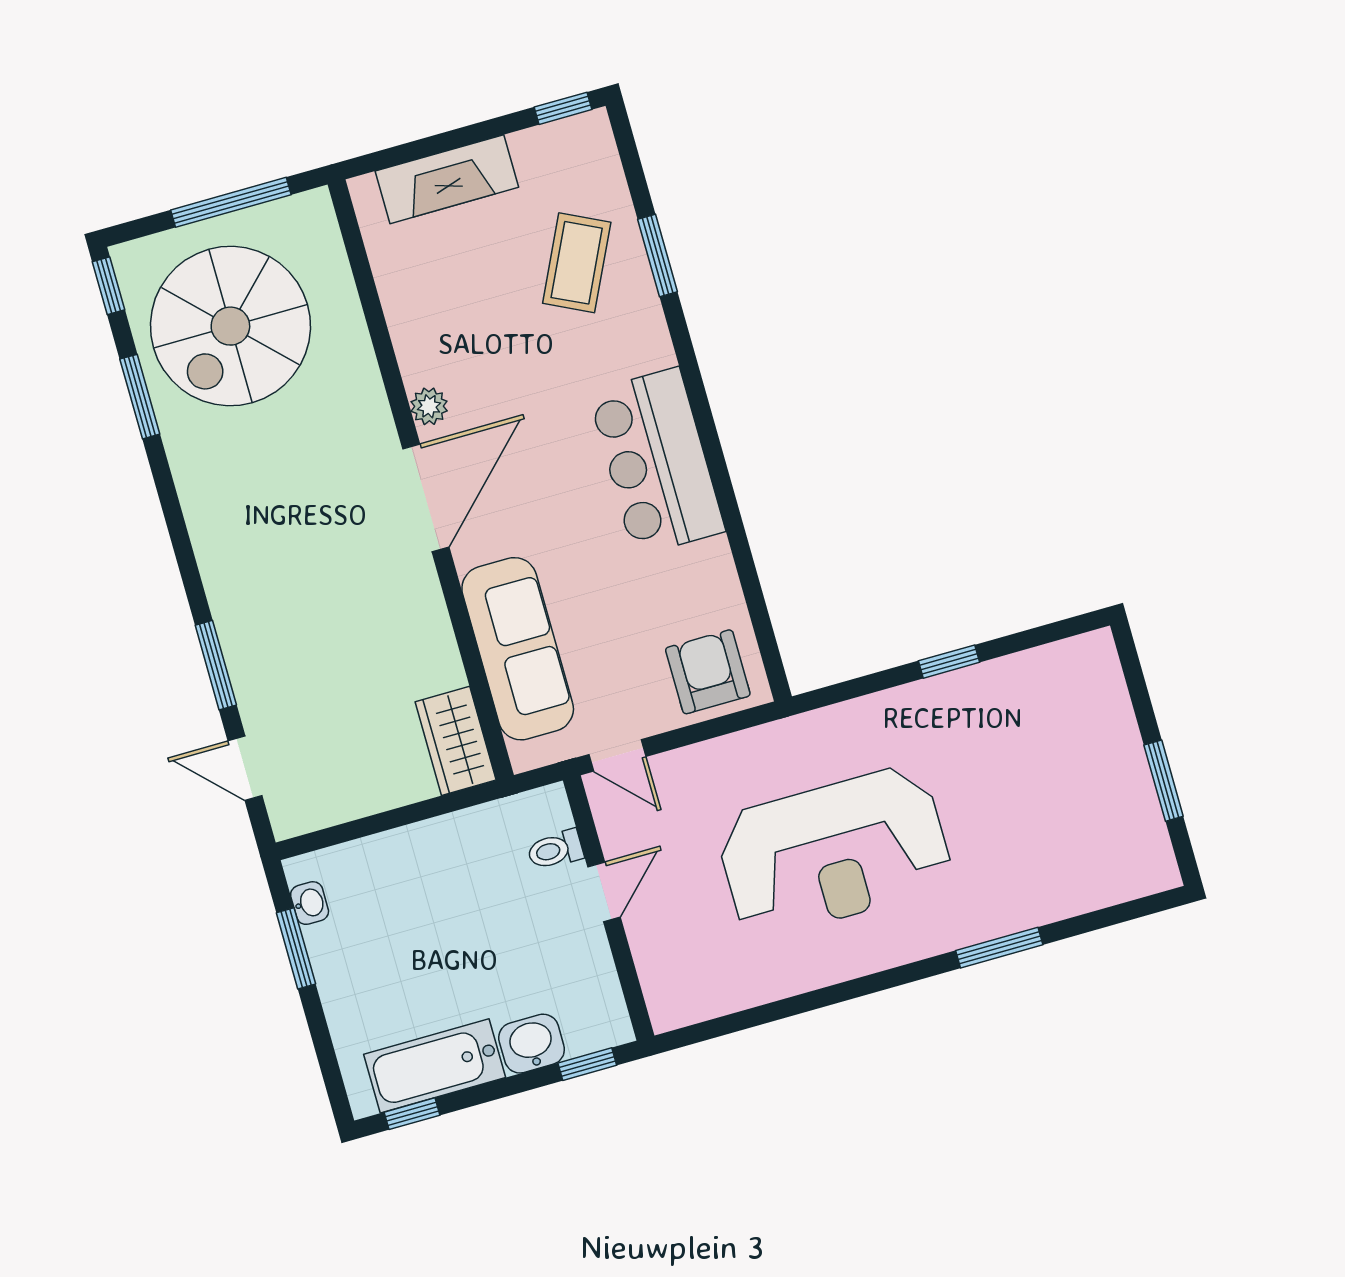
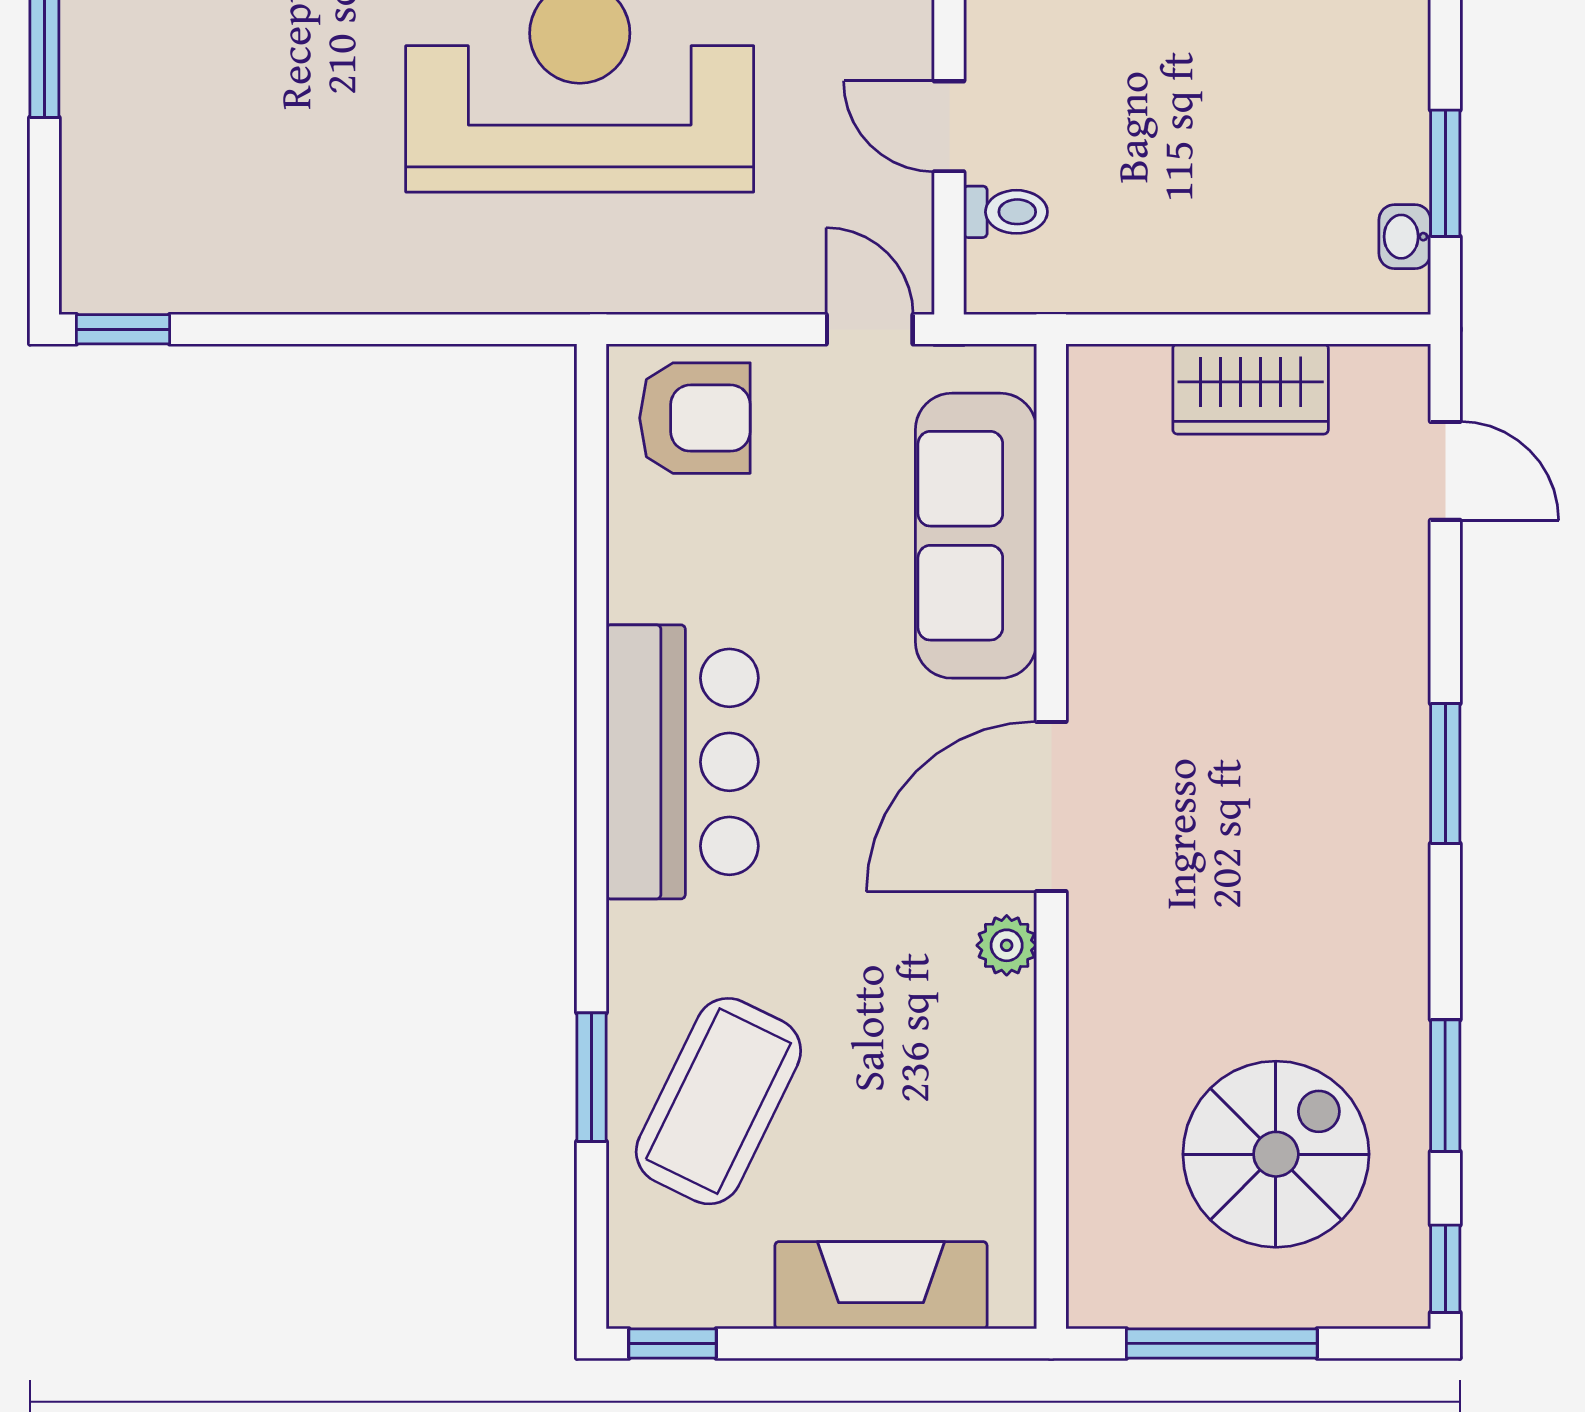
coffee table: (577, 263) -> (718, 1101), width x1.36, depth x1.32
spiral stairs: (230, 326) -> (1276, 1154), width x0.73, depth x0.73
window: (949, 662) -> (123, 329), moved
window: (216, 665) -> (1445, 774), moved
armchair: (708, 672) -> (695, 418), turned -90
wardrobe: (456, 741) -> (1251, 389), moved, turned 90
door: (604, 892) -> (949, 126), hinge flipped

